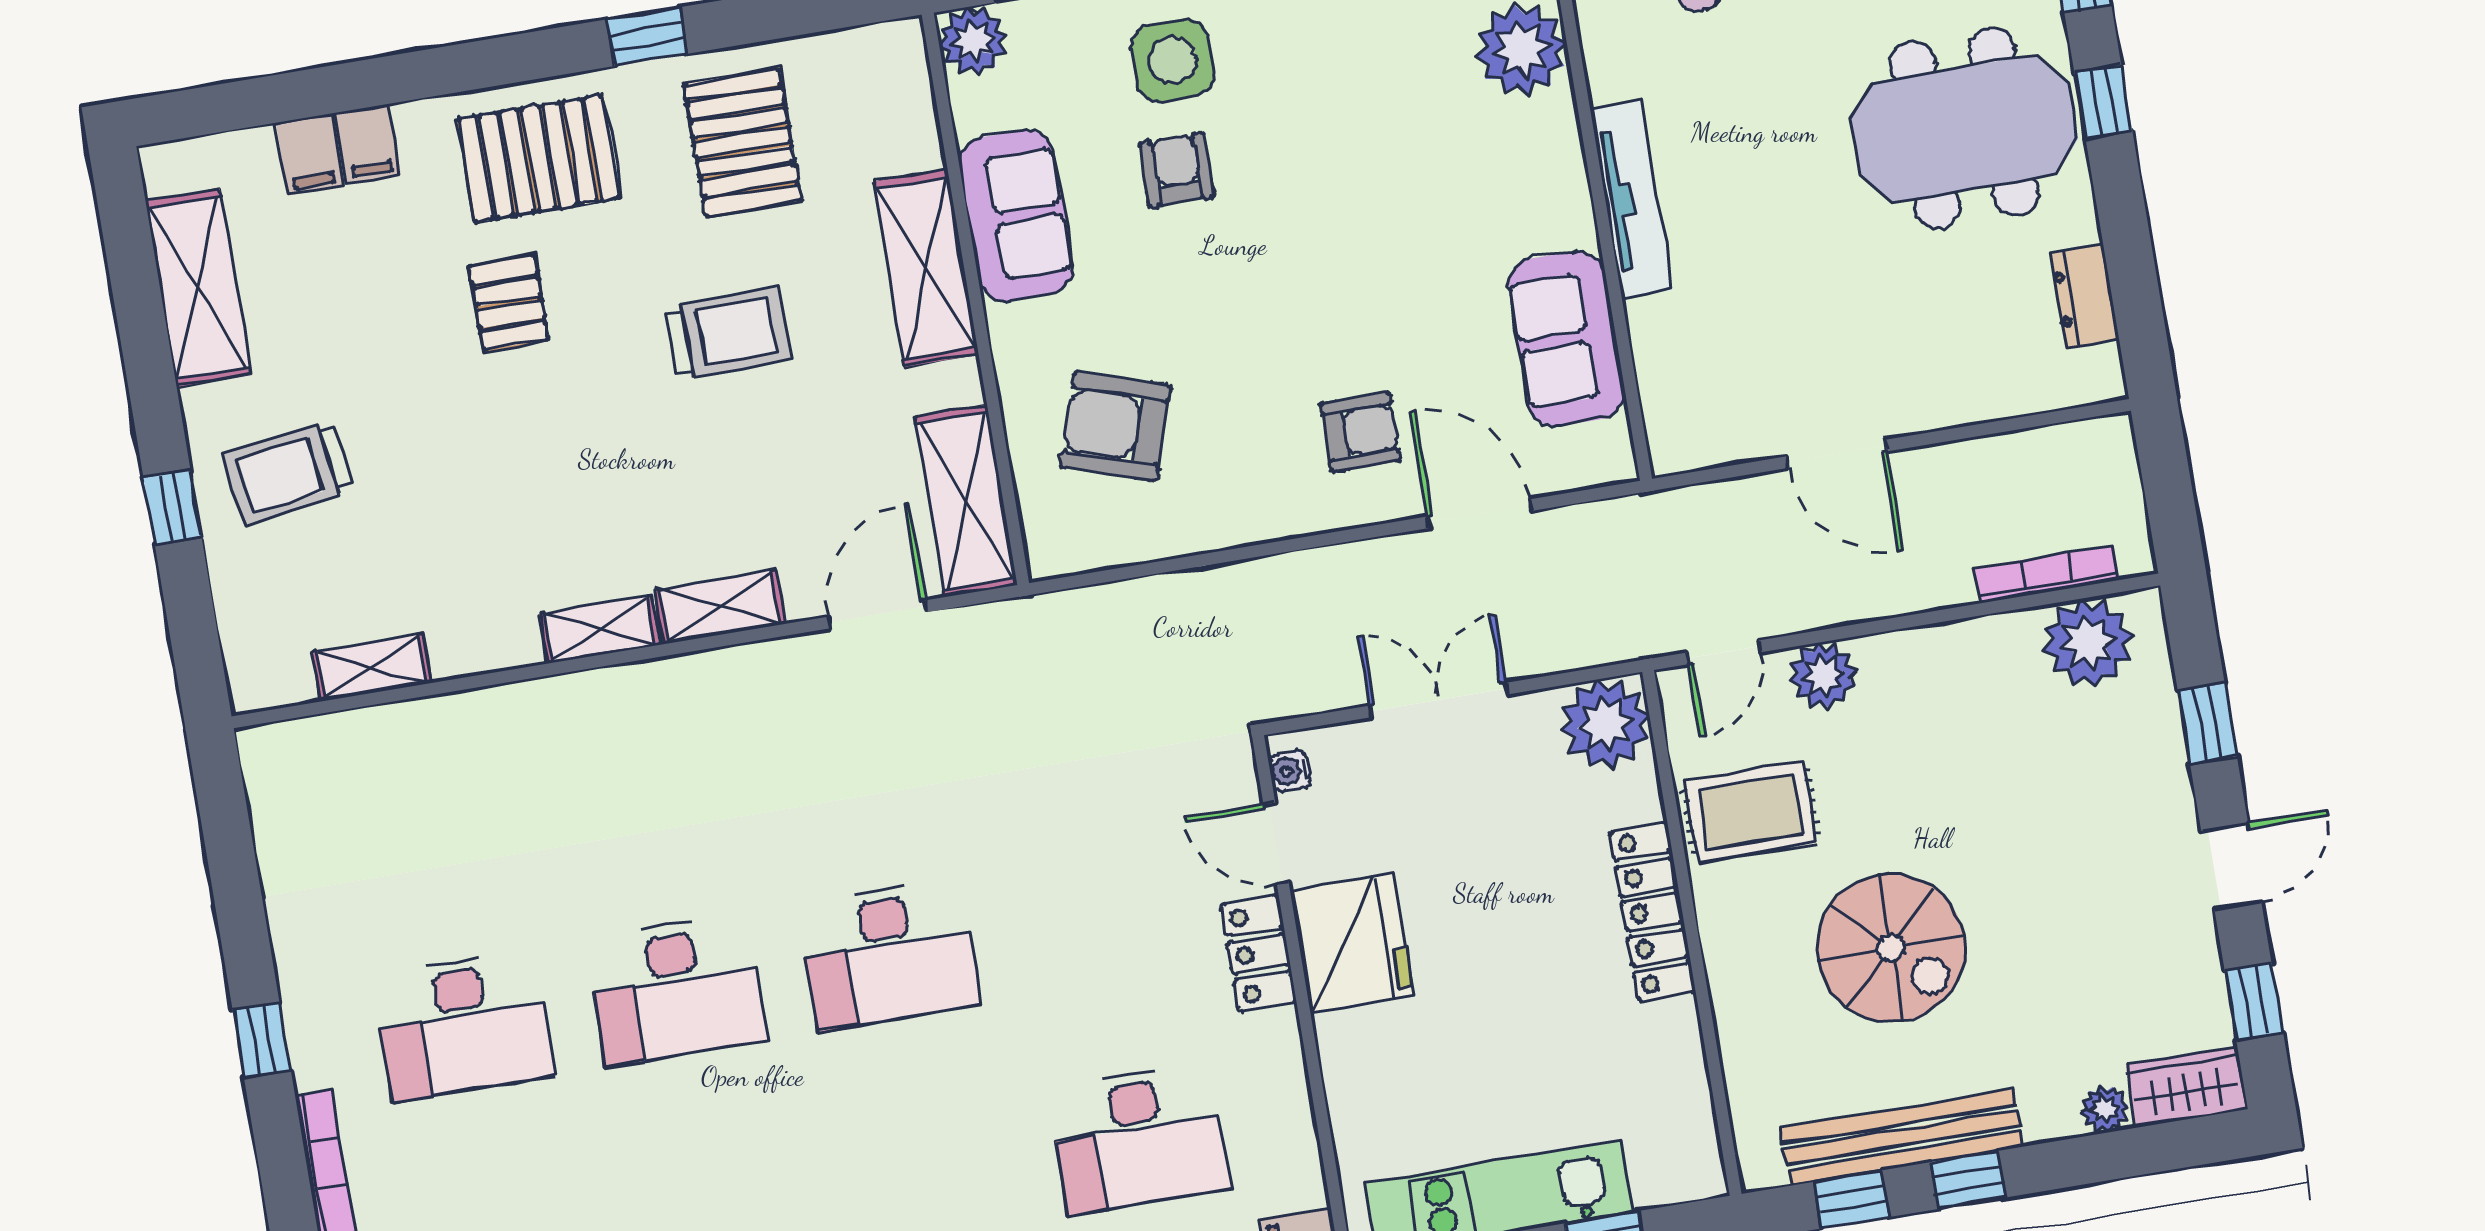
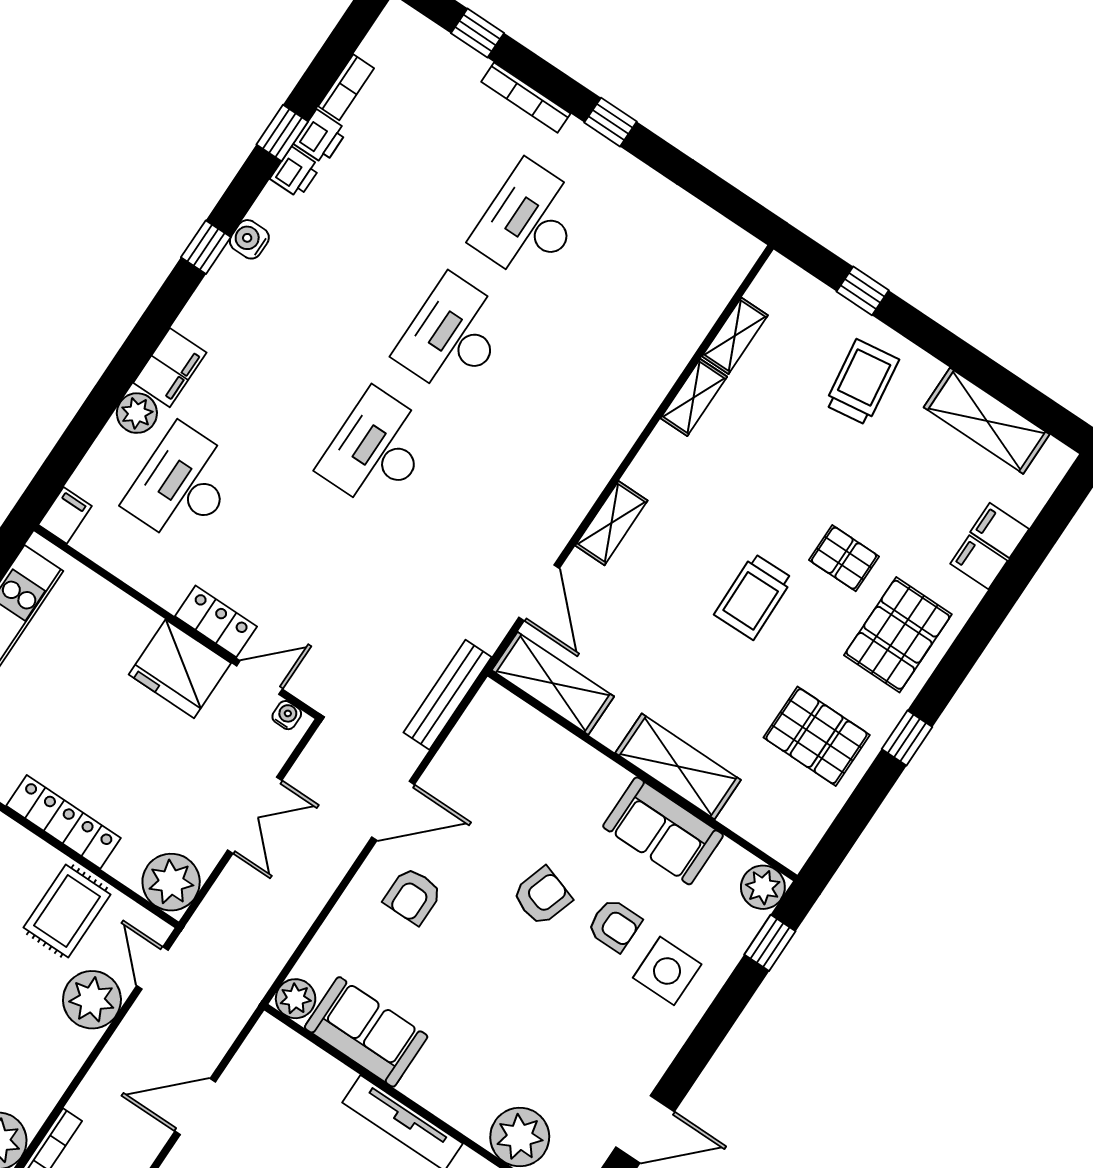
trolley: (728, 333) -> (753, 597), moved
armchair: (1115, 426) -> (542, 896), moved, width x0.72, depth x0.72
plant: (1605, 455) -> (296, 999), added
window: (173, 507) -> (863, 291), moved
door: (1480, 514) -> (393, 811), moved
bench: (1093, 609) -> (447, 695), added
shelving: (599, 629) -> (694, 398), moved
plant: (1823, 675) -> (92, 1000), width x1.36, depth x1.36

